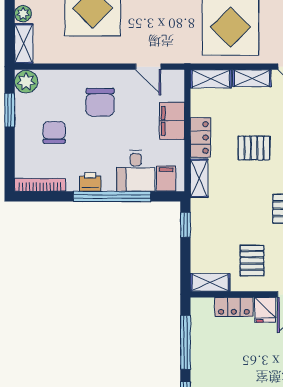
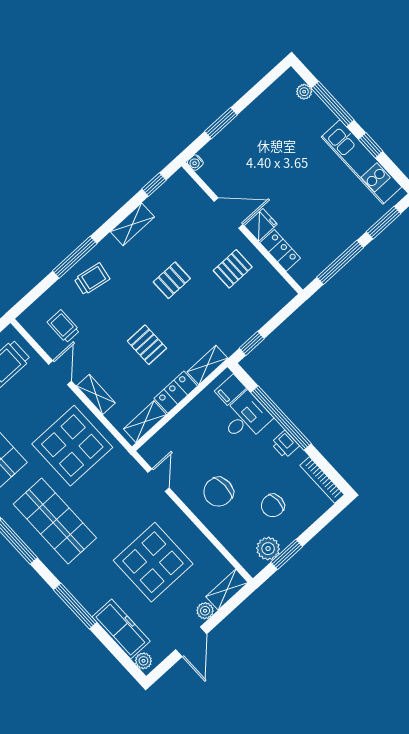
shelving: (211, 79) -> (145, 422), moved, turned 90
plant: (26, 82) -> (268, 549), moved
chair: (100, 102) -> (218, 492), turned 180
filing cabinet: (172, 121) -> (183, 425), removed
shelving: (210, 282) -> (278, 285), removed

